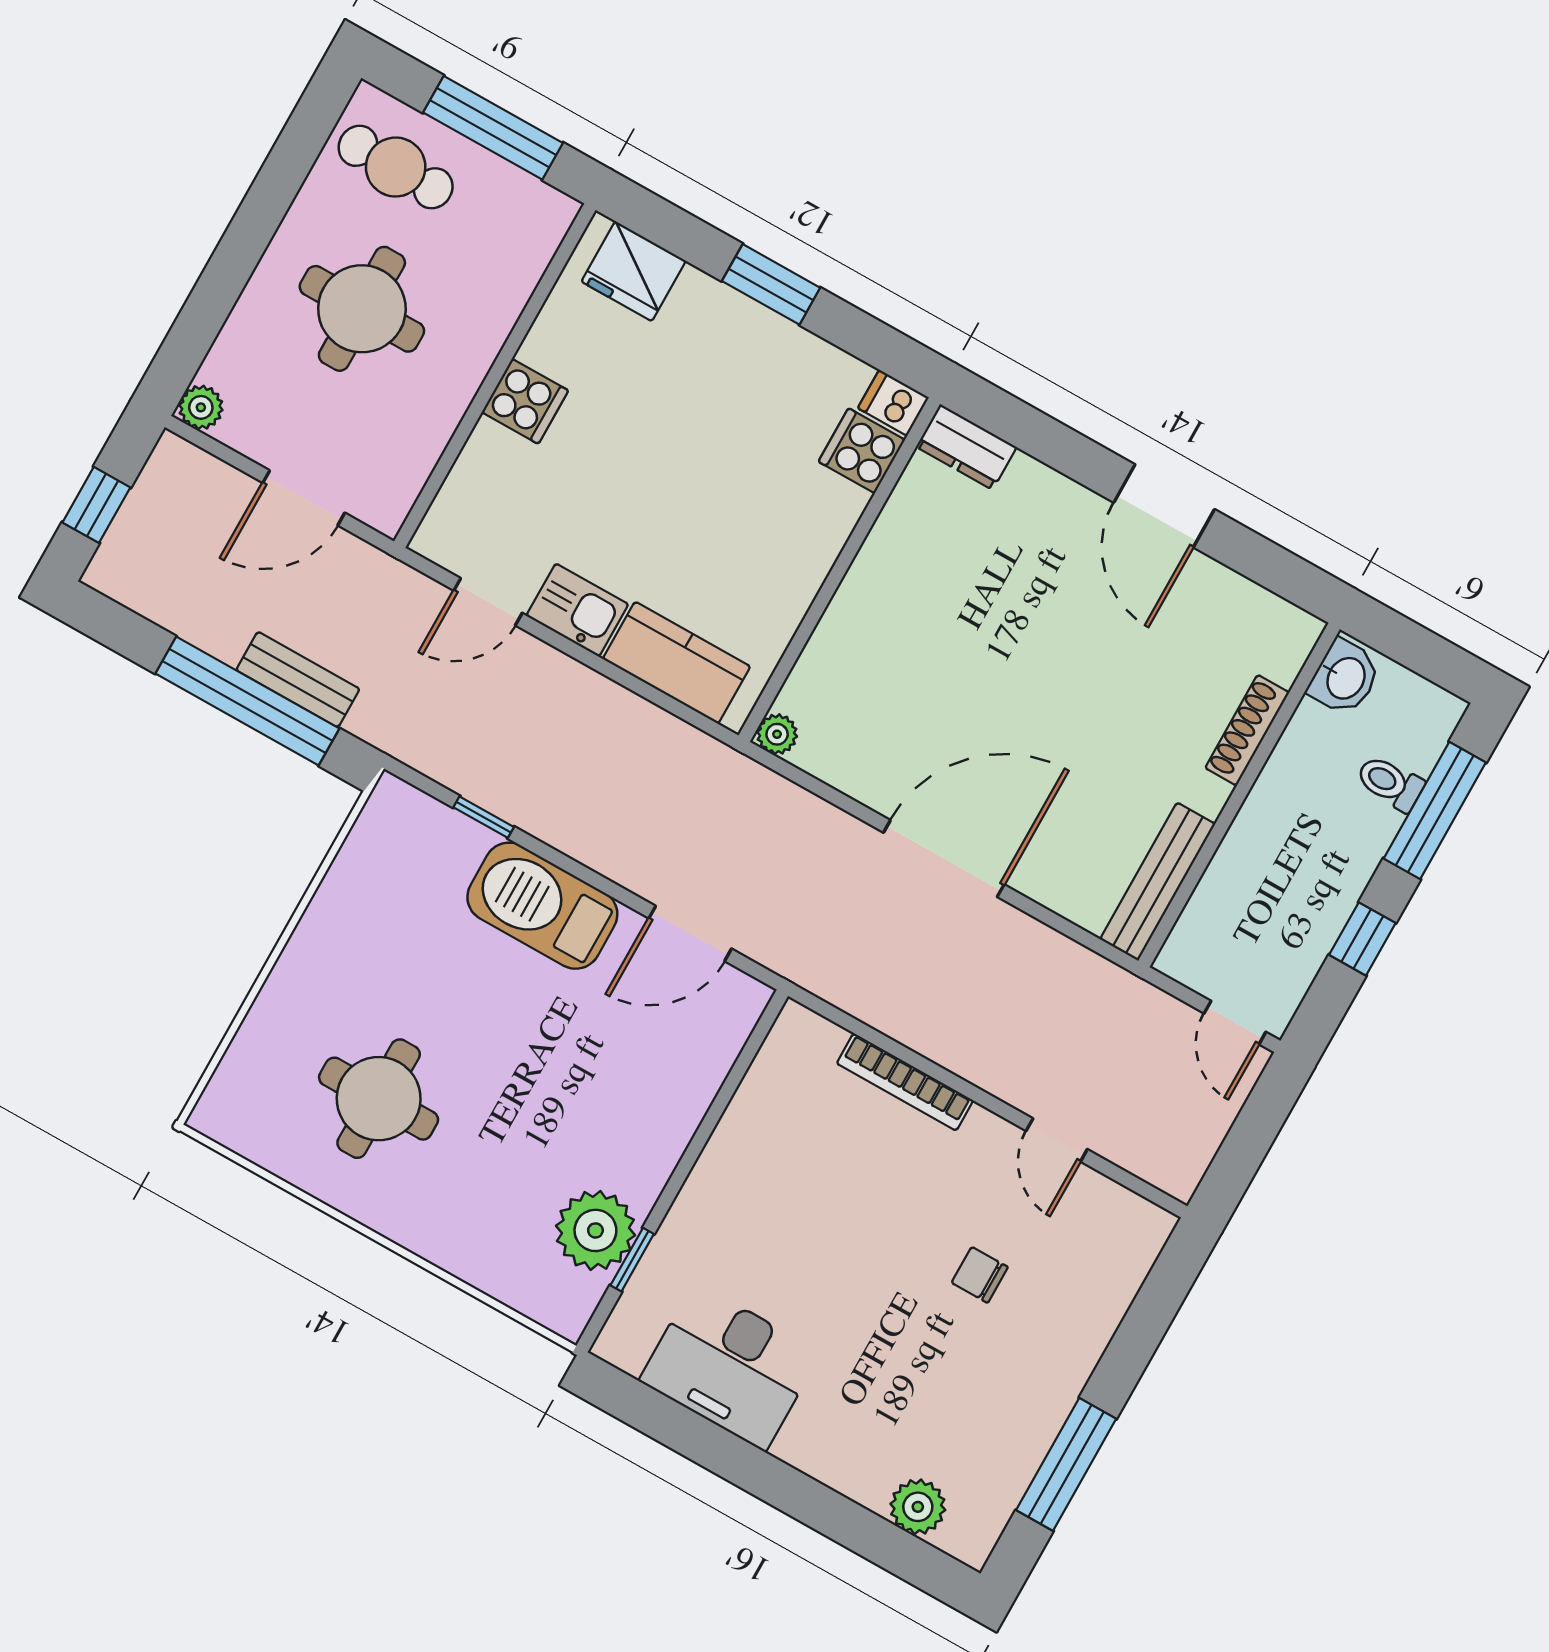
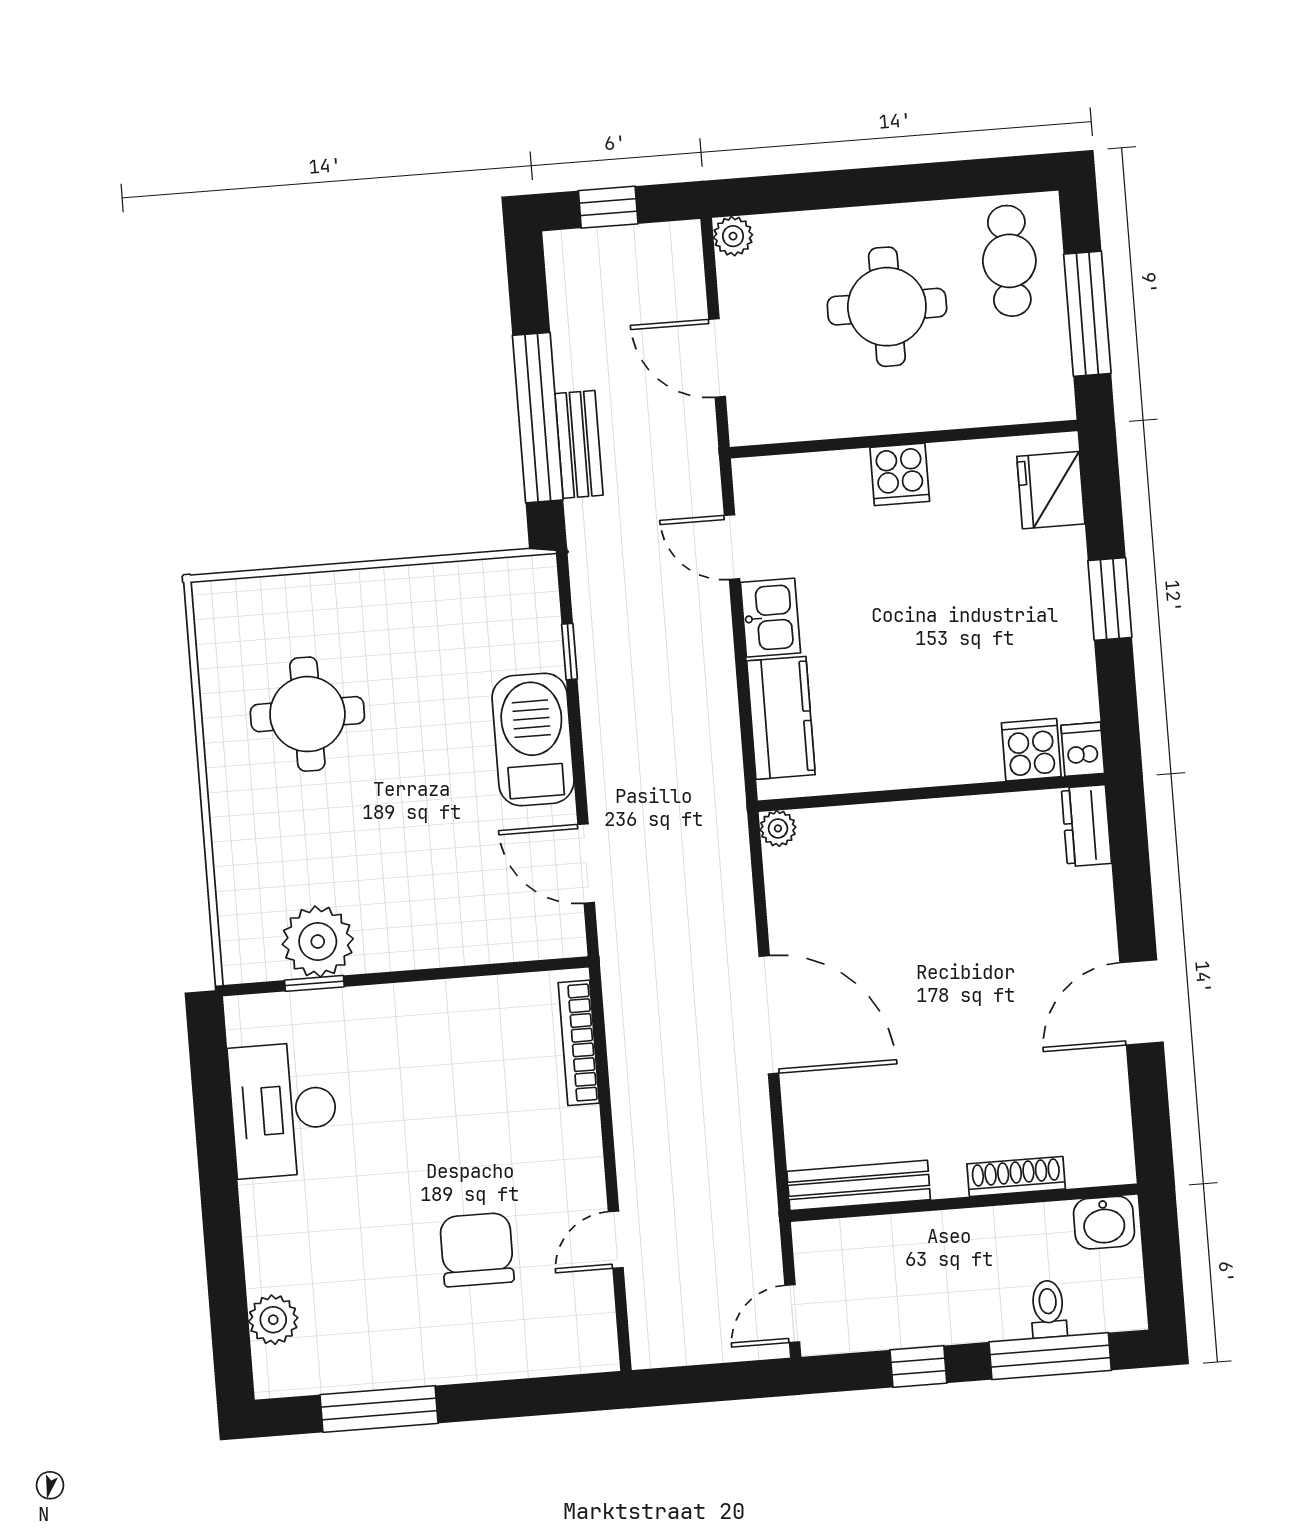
bookcase: (905, 1082) -> (579, 1043), moved
chair: (980, 1275) -> (477, 1250), width x1.87, depth x1.87

